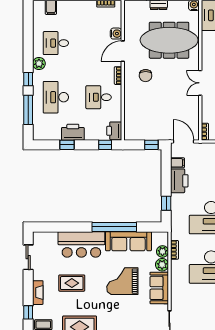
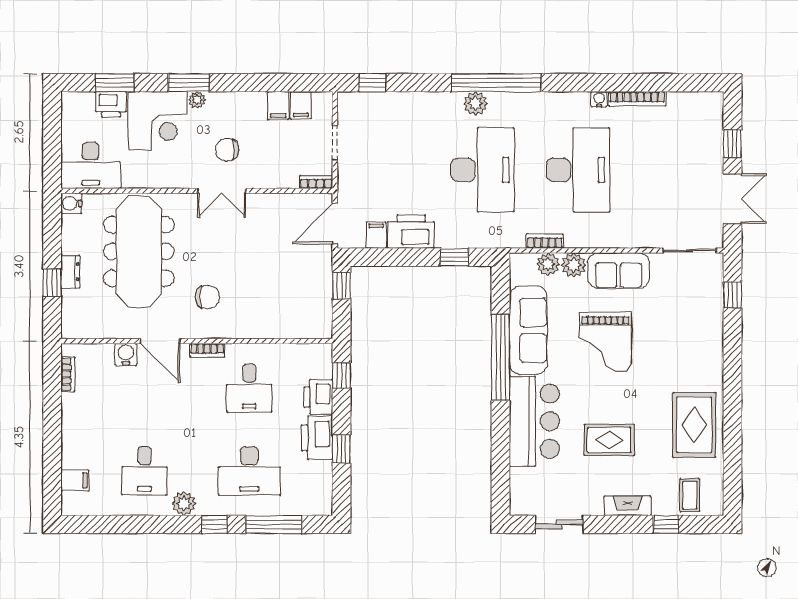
printer: (114, 131) -> (318, 397), moved, turned 90
rug: (72, 283) -> (609, 440), turned 90

